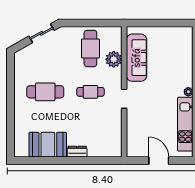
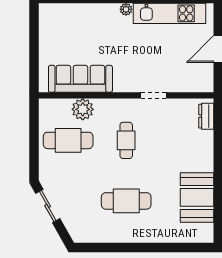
cafe table: (45, 92) -> (126, 201), turned 90
doorway: (124, 99) -> (153, 95), moved
dresser: (77, 152) -> (206, 116), moved

